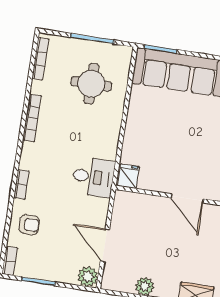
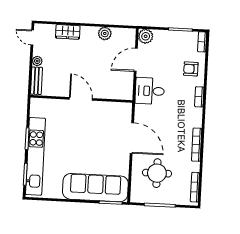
door: (121, 137) -> (132, 138), added
fridge: (129, 176) -> (124, 110), removed
desk: (93, 177) -> (150, 91), moved
door: (105, 245) -> (136, 60), swing flipped

